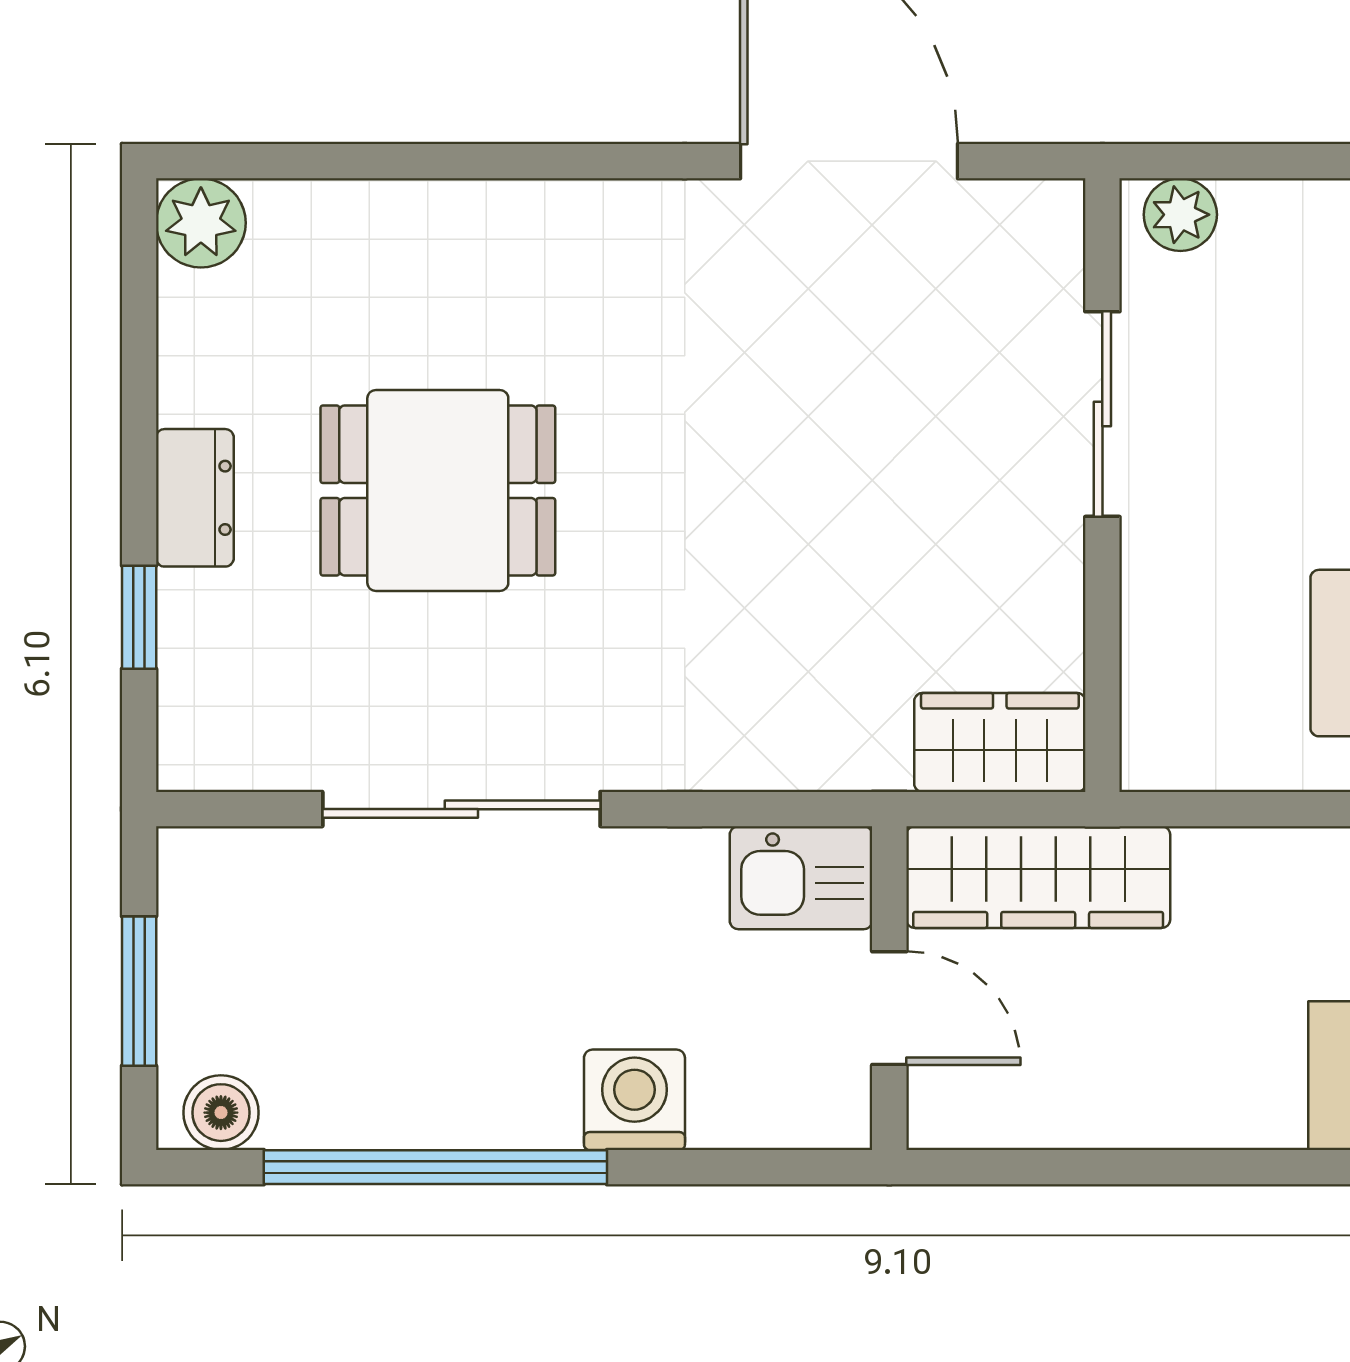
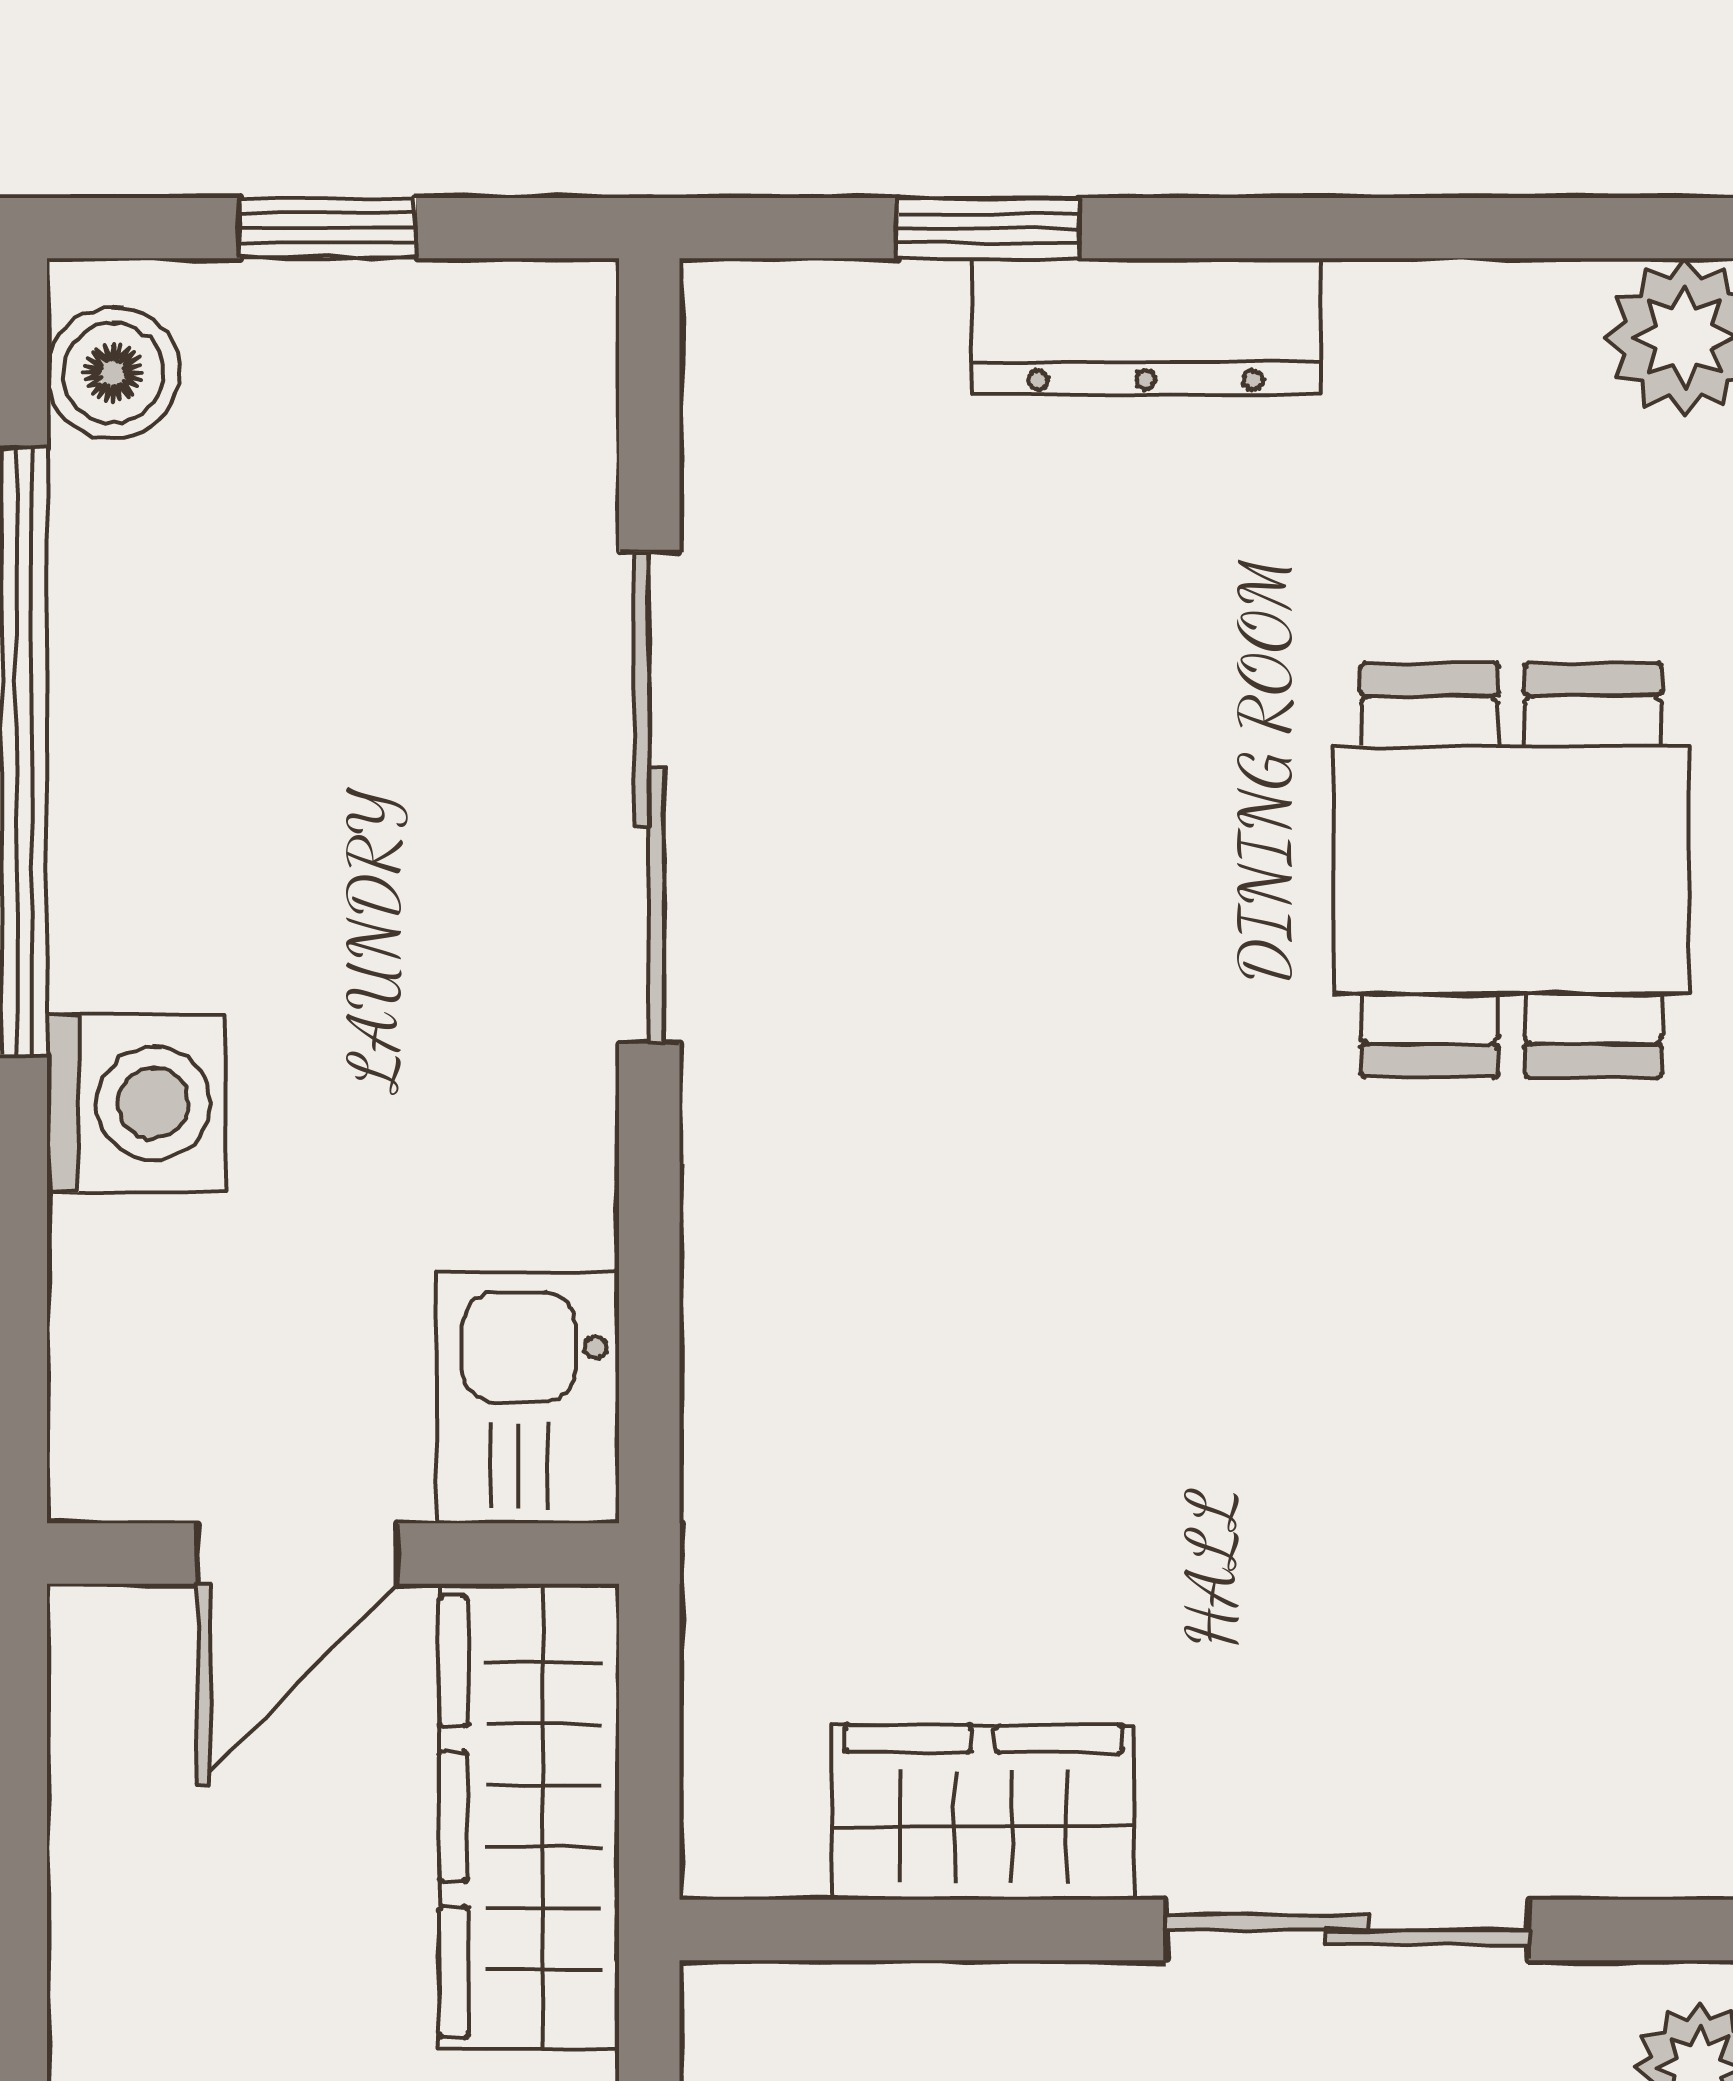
dining table: (438, 490) -> (1511, 870), moved
dresser: (195, 498) -> (1146, 327), width x1.44
wardrobe: (1000, 742) -> (983, 1812), moved, turned -90
window: (139, 991) -> (328, 228), width x0.67

